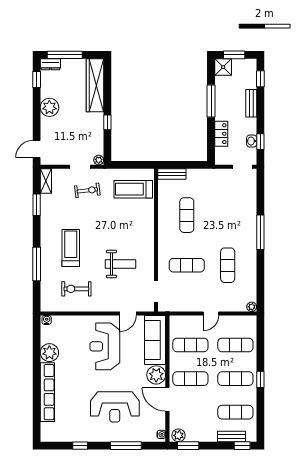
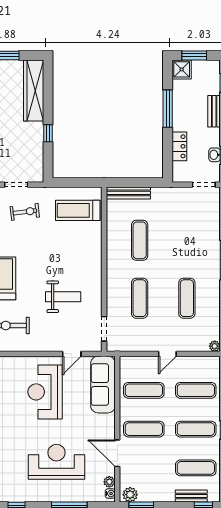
plant: (99, 160) -> (38, 177), removed
bench: (172, 174) -> (128, 193), width x1.36
exercise mat: (187, 265) -> (140, 298), turned 90
plant: (156, 375) -> (109, 482), moved, width x0.53, depth x0.53
reception desk: (115, 407) -> (57, 462), turned 180

